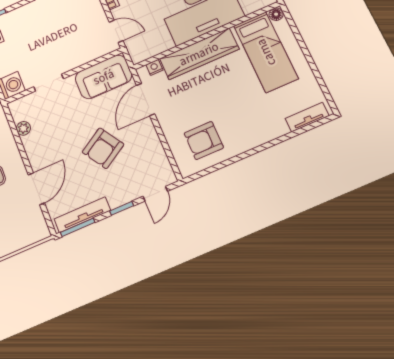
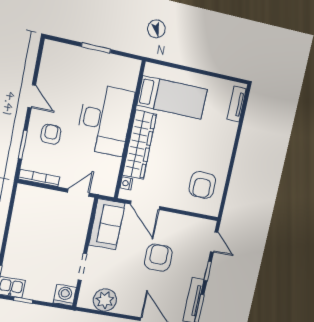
floor lamp: (276, 14) -> (150, 69), removed
plant: (23, 128) -> (105, 300), width x1.88, depth x1.88
armchair: (103, 148) -> (158, 258), turned -148

